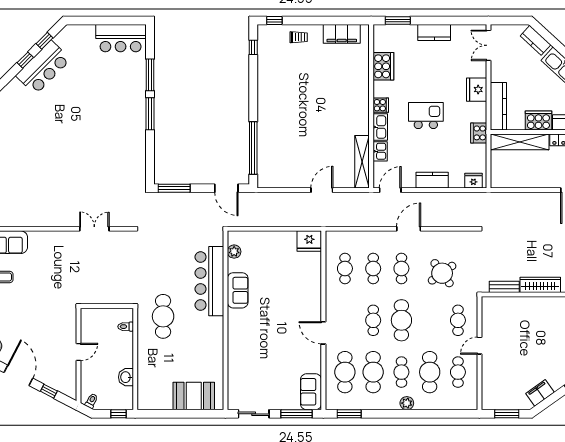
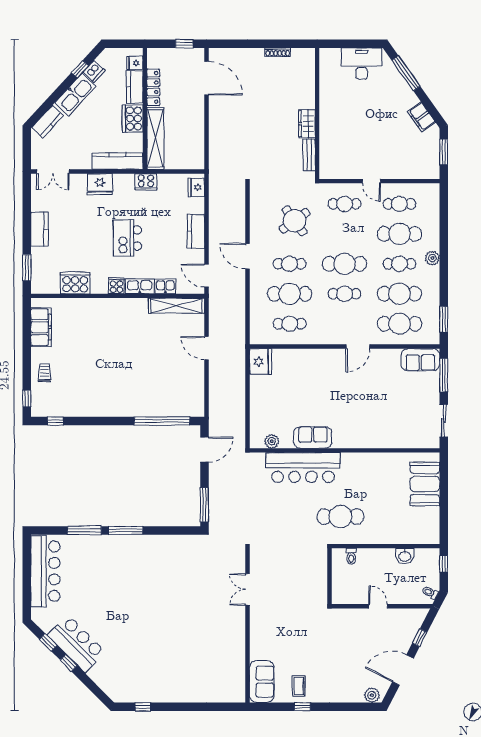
bar counter: (121, 38) -> (45, 571), width x1.36
cafe table: (373, 268) -> (290, 294), width x1.37, depth x1.35
wardrobe: (540, 285) -> (307, 124), width x0.67

